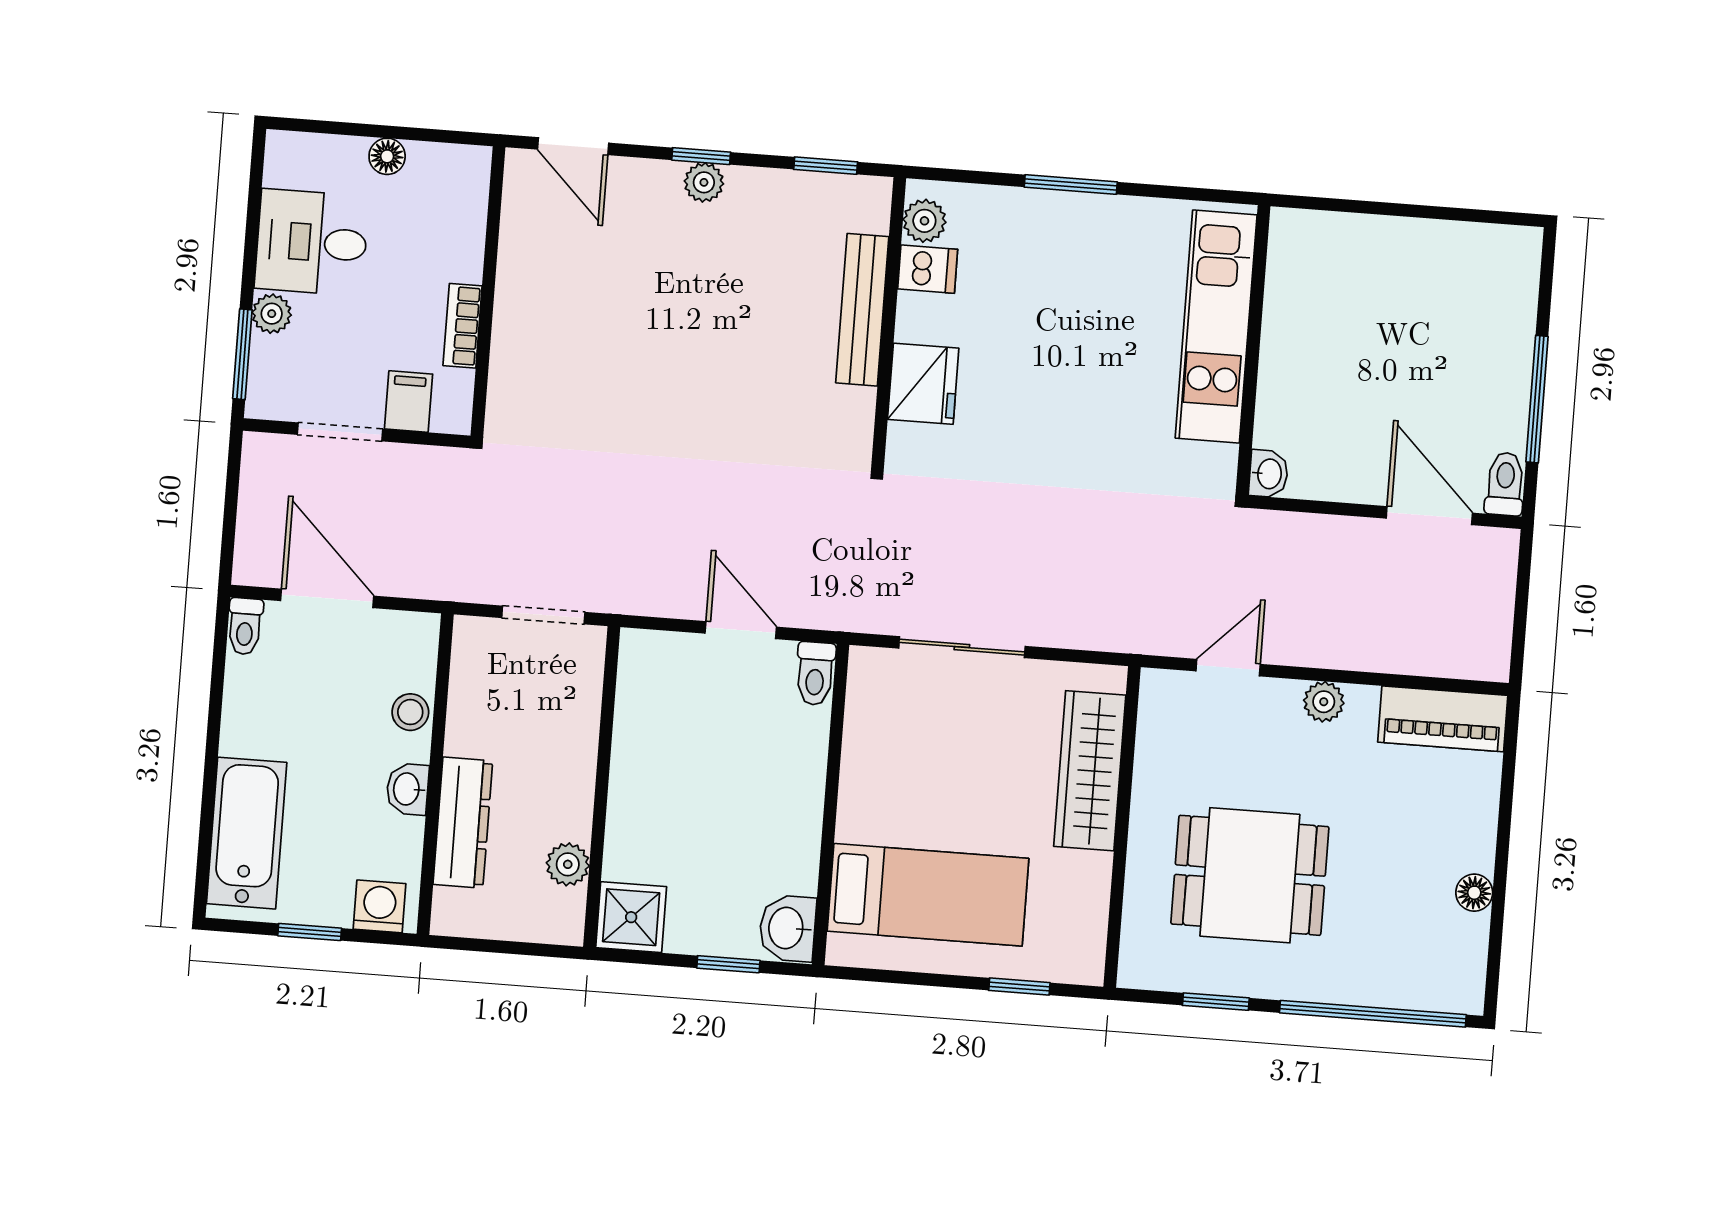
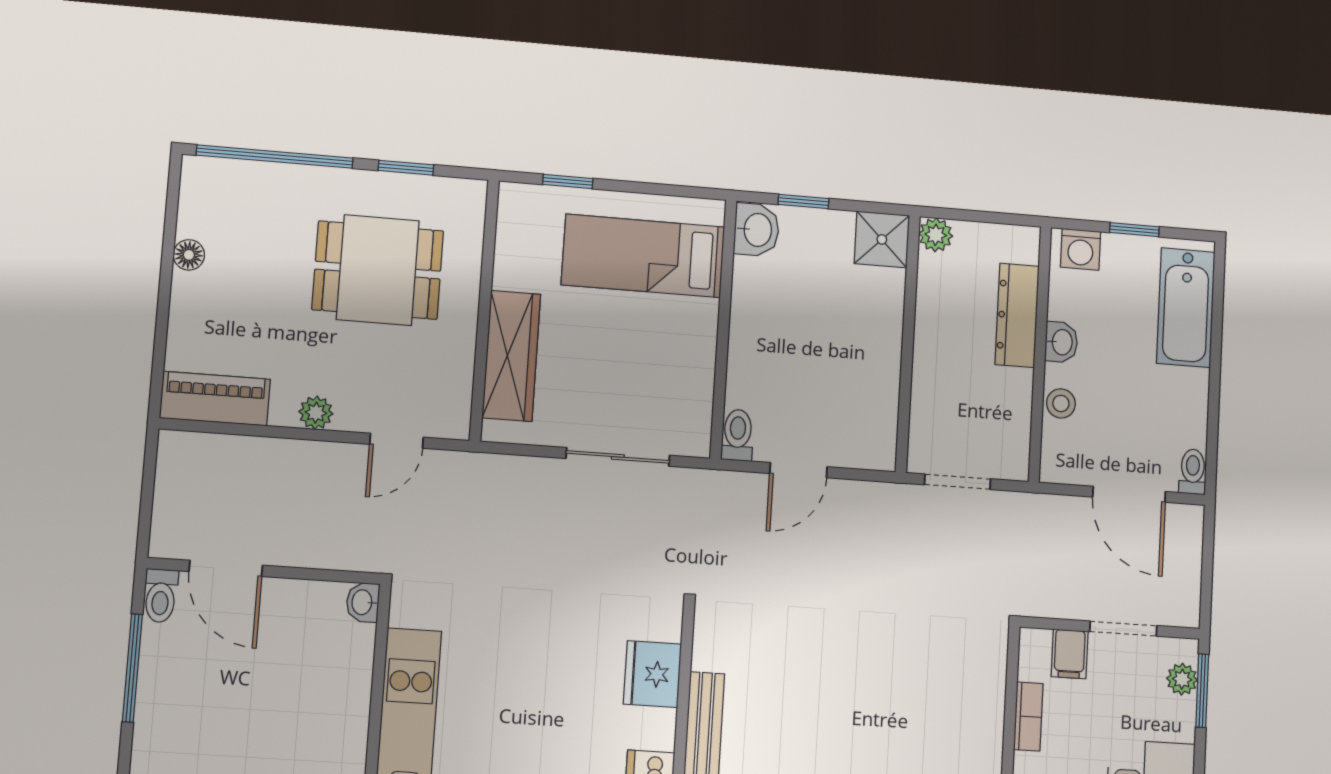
plant: (272, 314) -> (1182, 679), moved
door: (741, 630) -> (799, 470), hinge flipped
plant: (568, 864) -> (936, 235), moved

